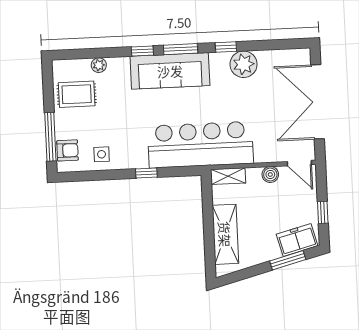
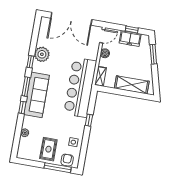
rug: (77, 94) -> (48, 149), moved
freezer: (297, 240) -> (130, 38), moved, turned -75

